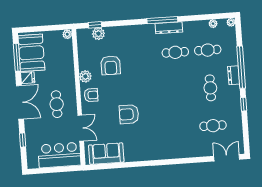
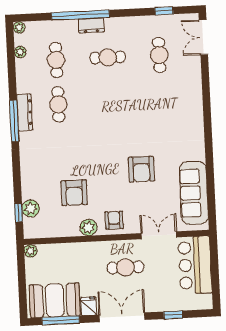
armchair: (111, 65) -> (74, 193), turned 90
window: (244, 104) -> (164, 11), moved
sofa: (106, 154) -> (194, 193), width x1.36

